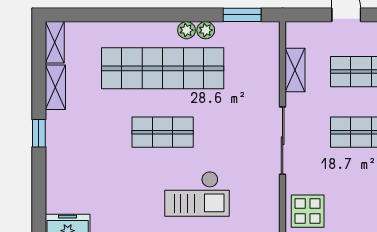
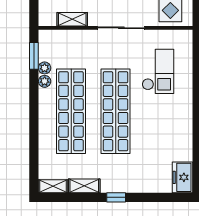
plant: (187, 30) -> (45, 68), moved
shop shelf: (163, 132) -> (116, 111), width x2.00, depth x1.36
checkout: (197, 194) -> (158, 71), moved

